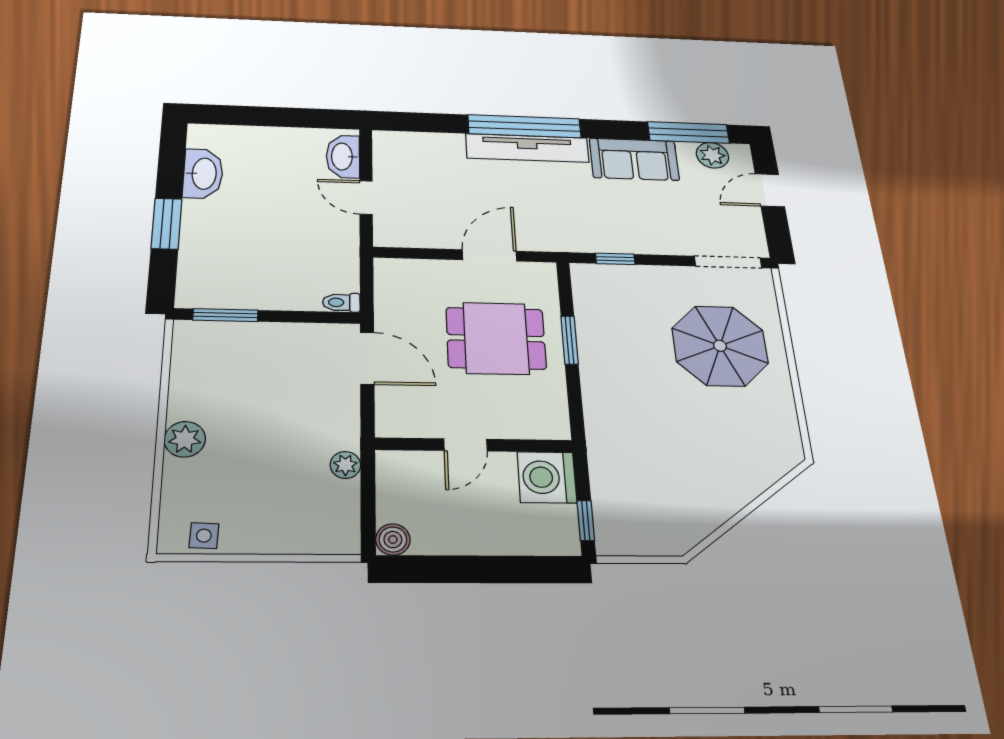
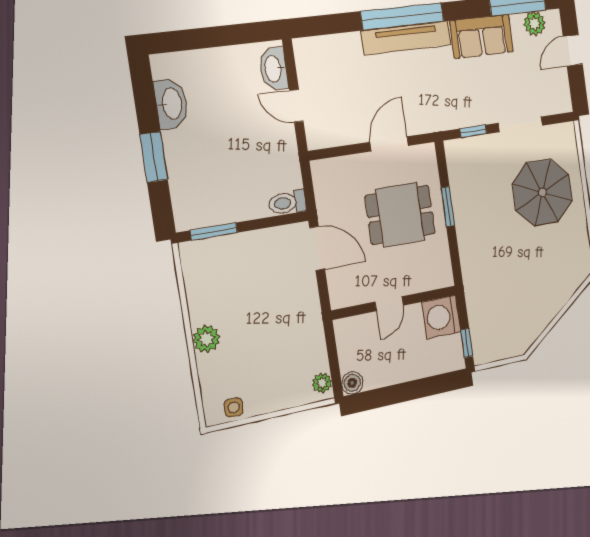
doorway: (728, 262) -> (520, 124), moved
toilet: (341, 302) -> (287, 203), width x1.37, depth x1.39
plant: (345, 465) -> (322, 383), moved

